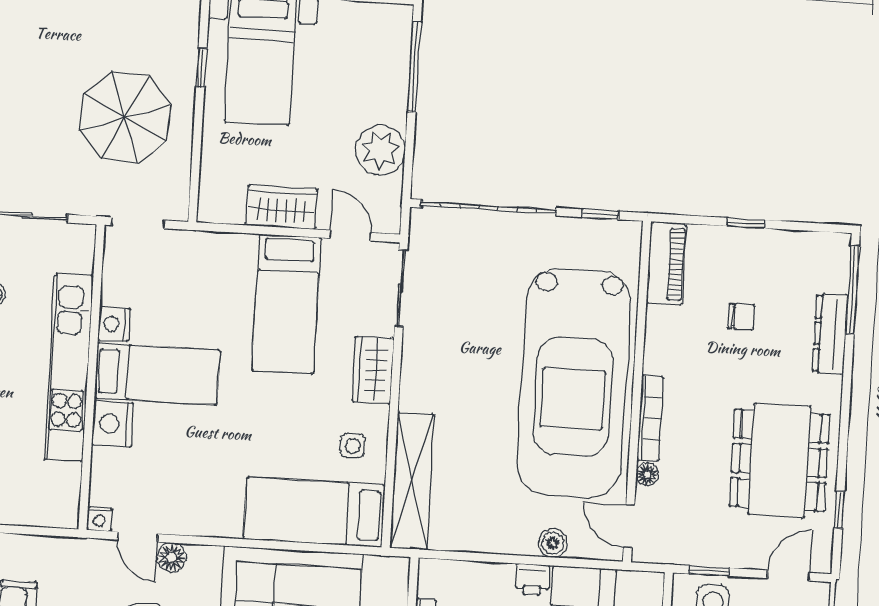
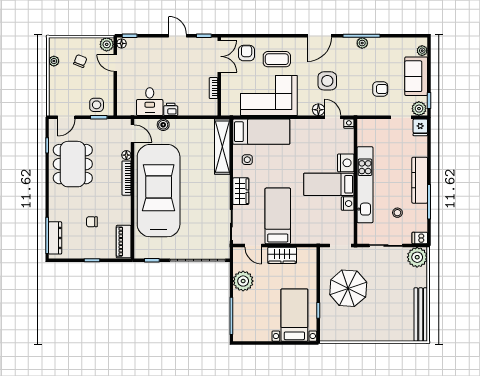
dresser: (830, 334) -> (55, 238), moved

